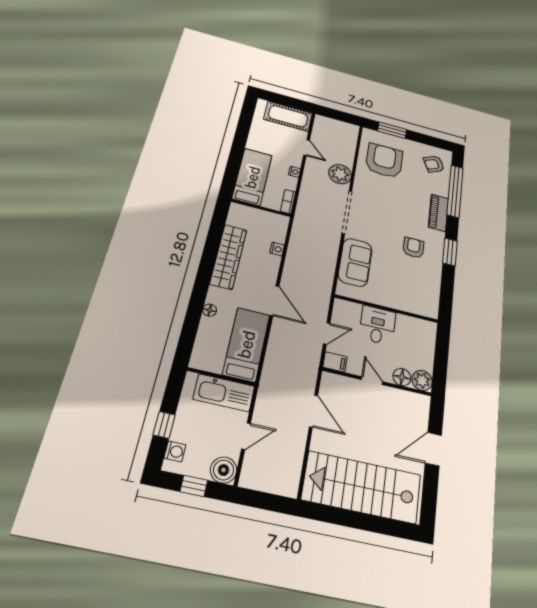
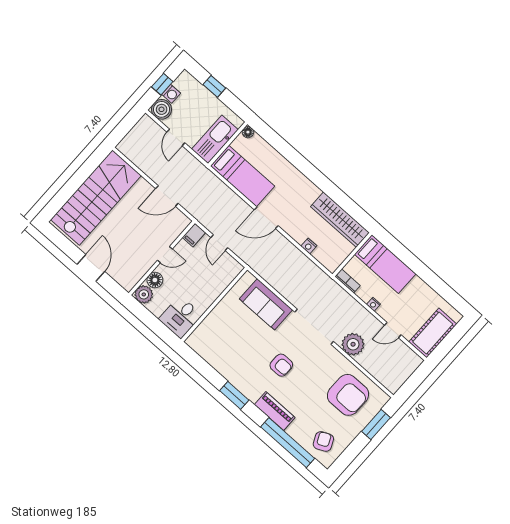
armchair: (413, 248) -> (281, 365), moved
wardrobe: (228, 257) -> (340, 220), moved
floor lamp: (210, 310) -> (248, 132), moved
desk: (377, 325) -> (180, 317), moved, turned 90
washing machine: (175, 451) -> (171, 94), moved, turned -90

